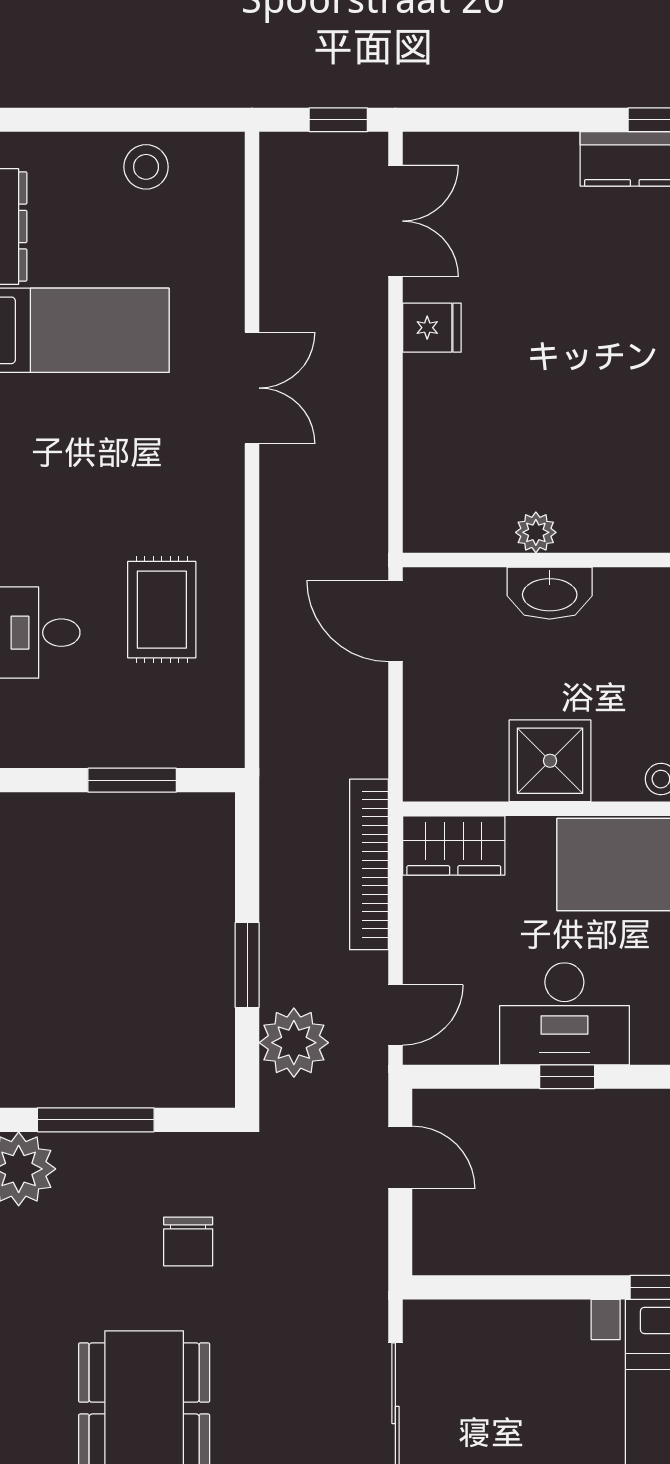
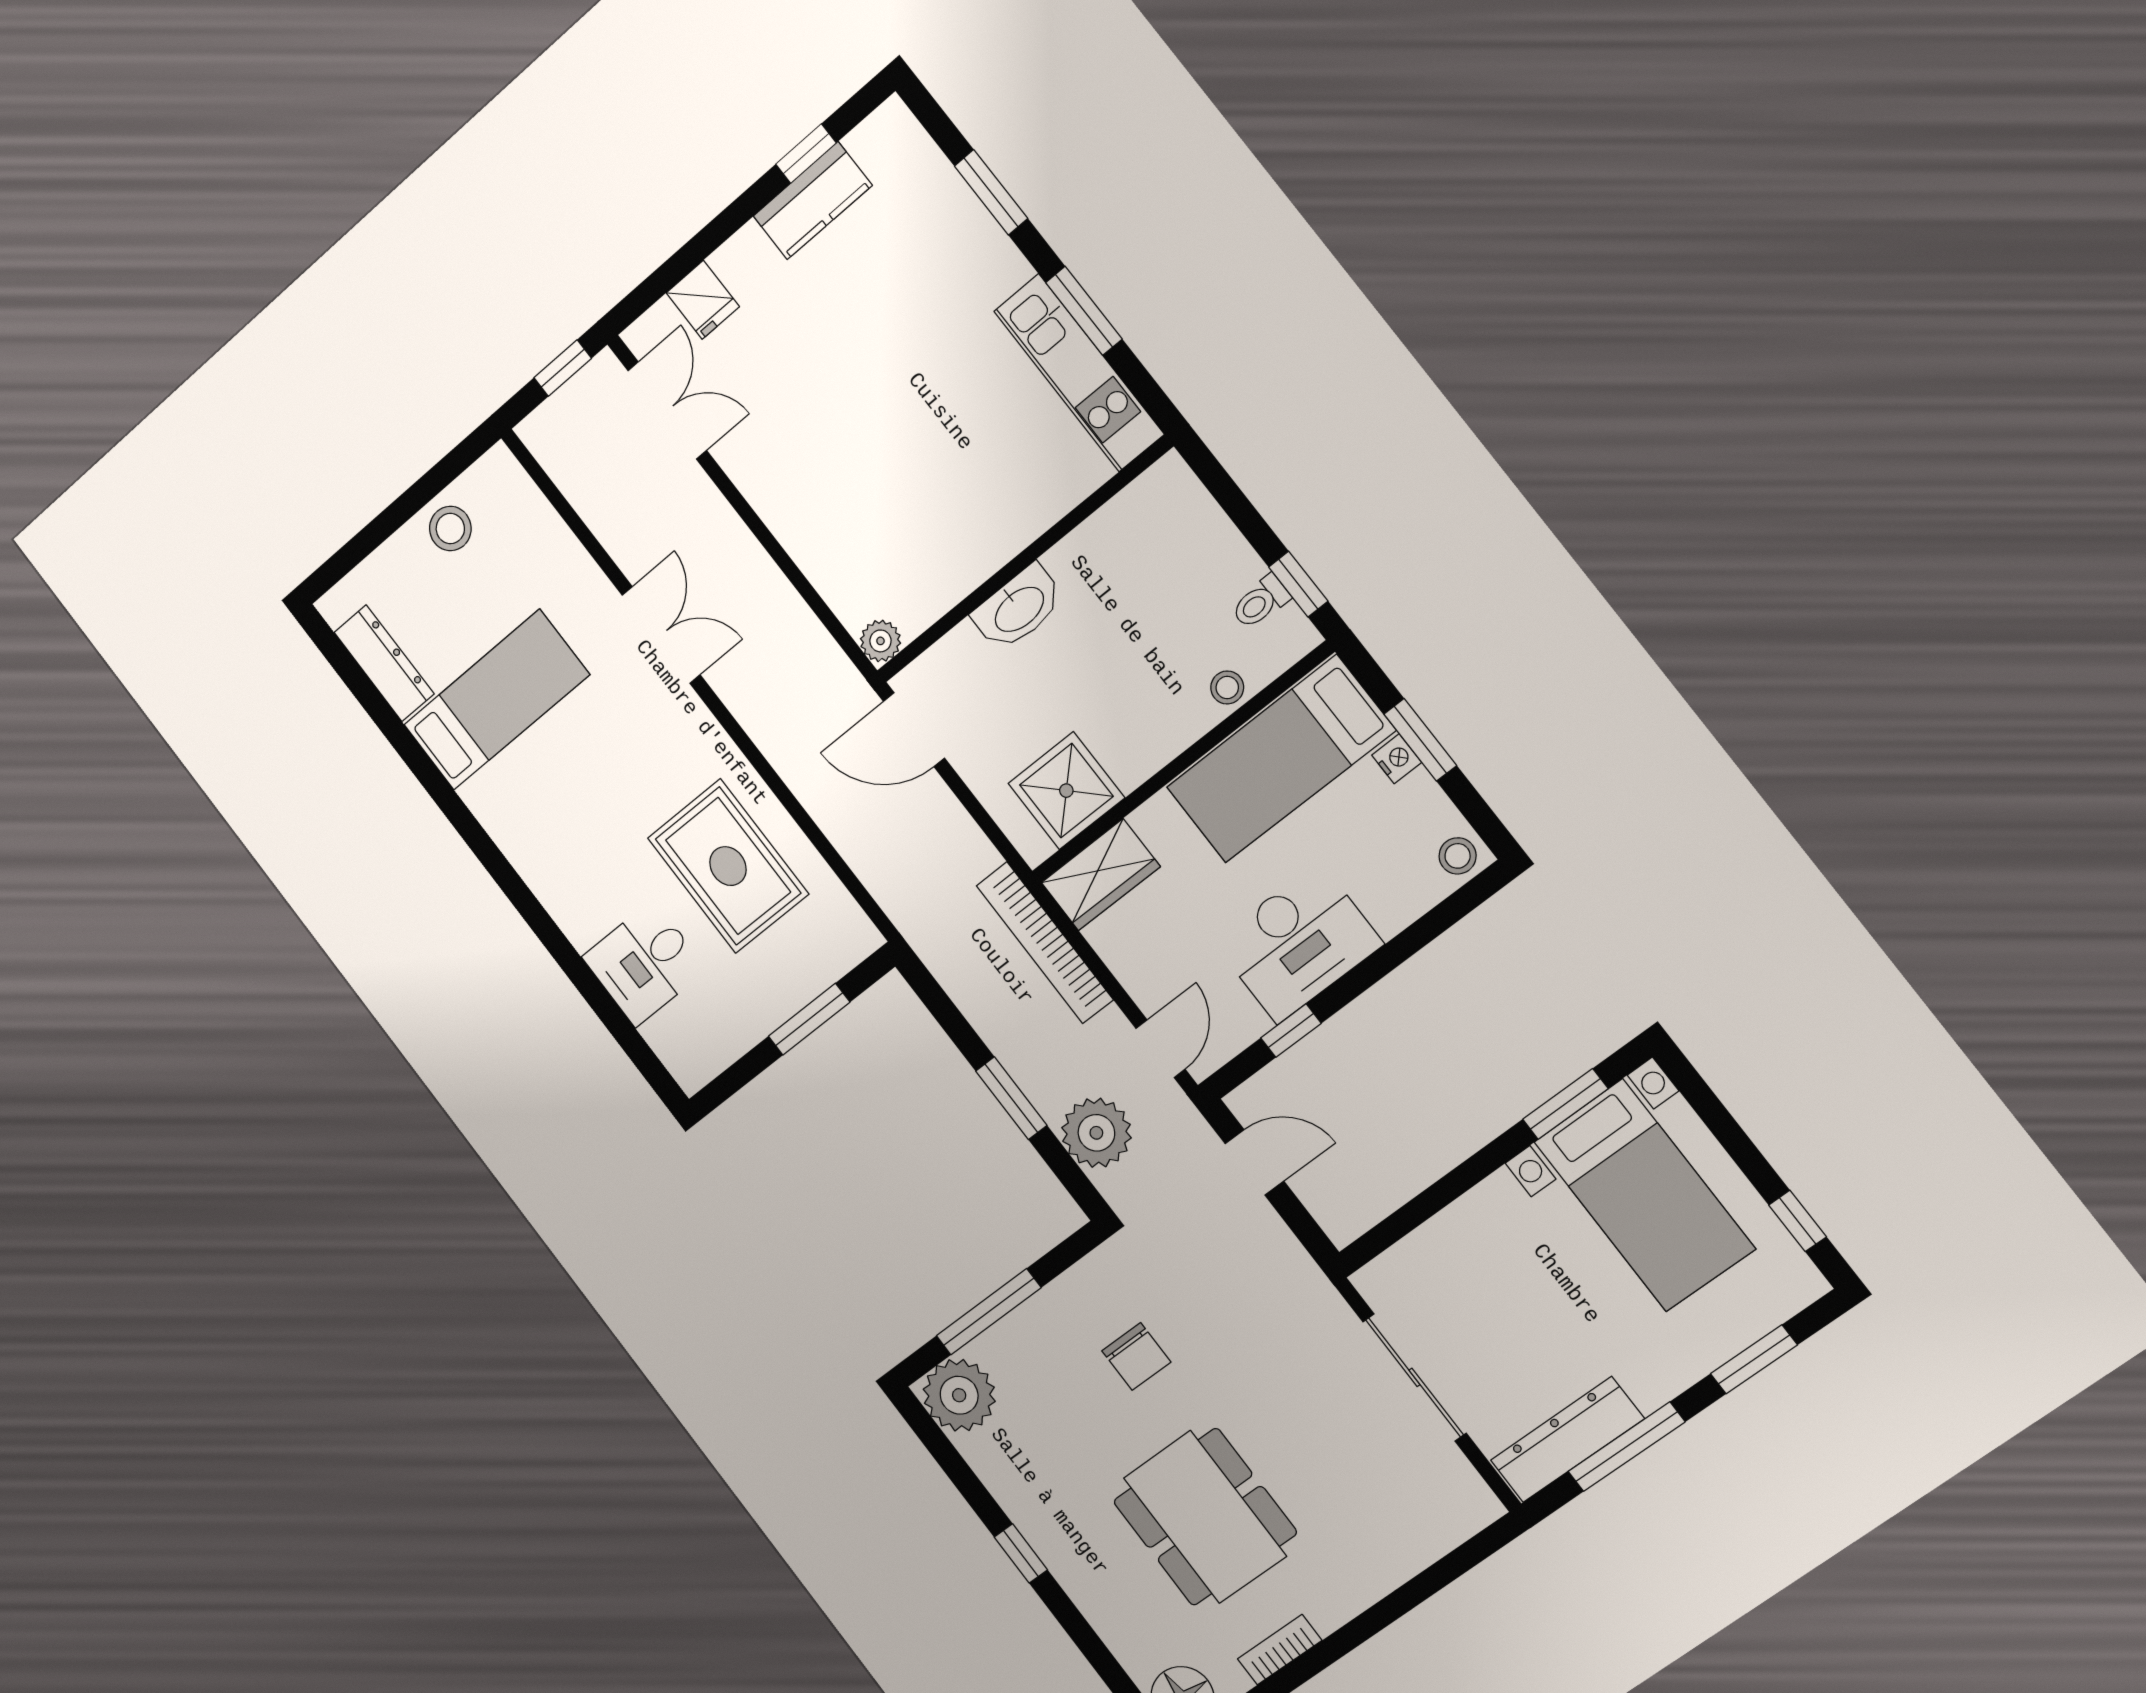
fridge: (432, 328) -> (703, 300), moved, turned 90
plant: (536, 532) -> (880, 641), moved
rug: (162, 610) -> (728, 866), width x1.36, depth x1.43
shower: (550, 761) -> (1066, 791), moved
window: (567, 1077) -> (1291, 1031), moved

